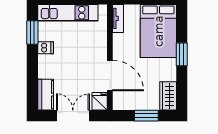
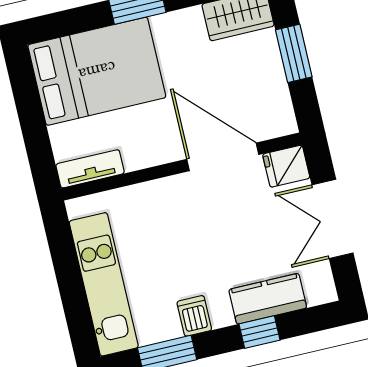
window: (32, 74) -> (260, 332), added
door: (110, 75) -> (223, 157), hinge flipped
kitchen counter: (46, 95) -> (268, 299), moved

